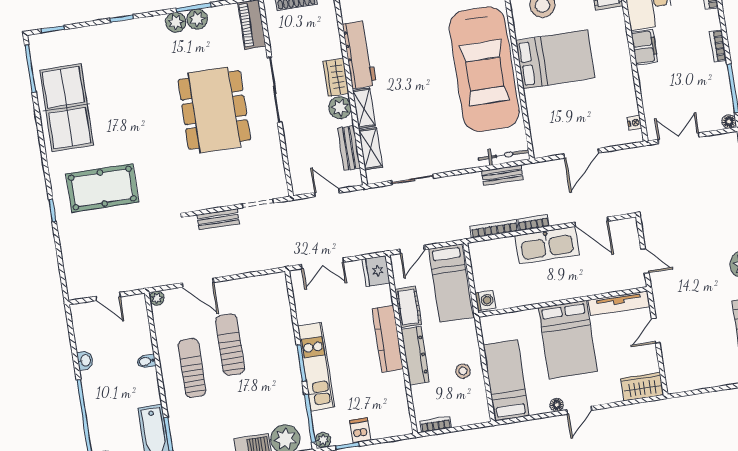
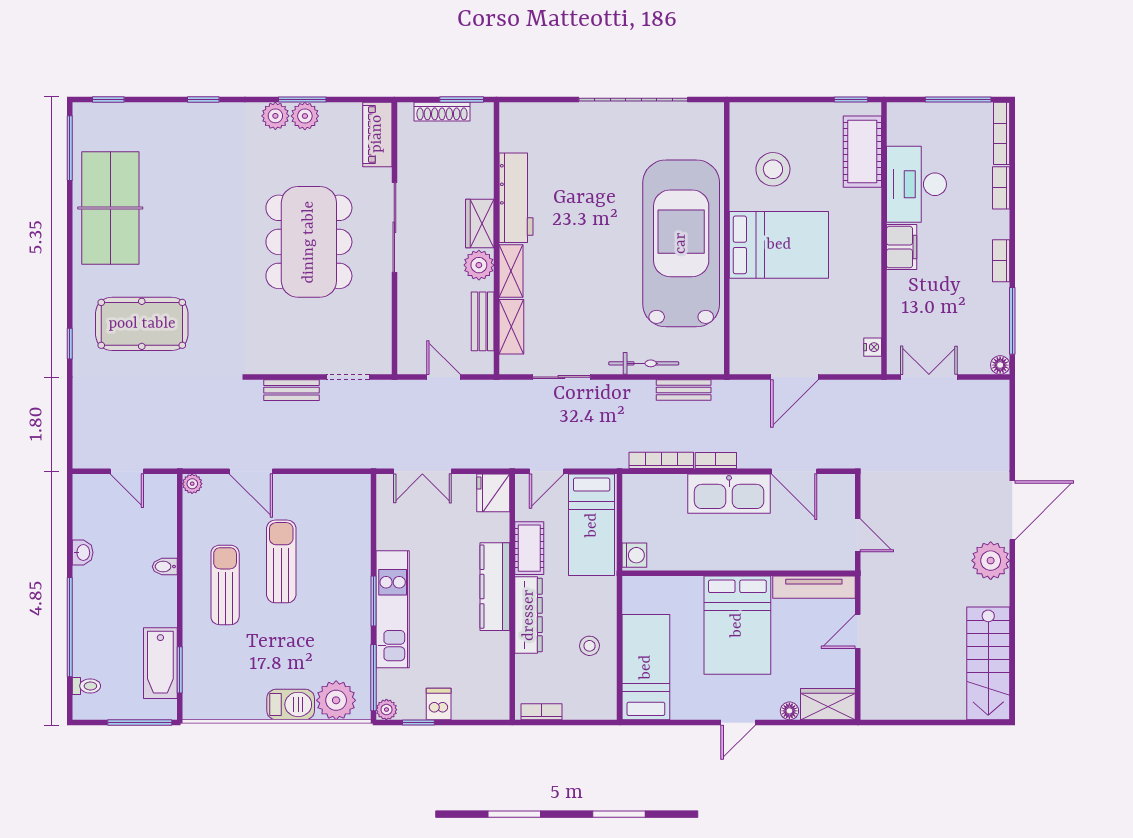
car: (484, 69) -> (681, 243), turned 180
bicycle: (504, 155) -> (644, 363), moved
floor lamp: (557, 405) -> (789, 711), moved

